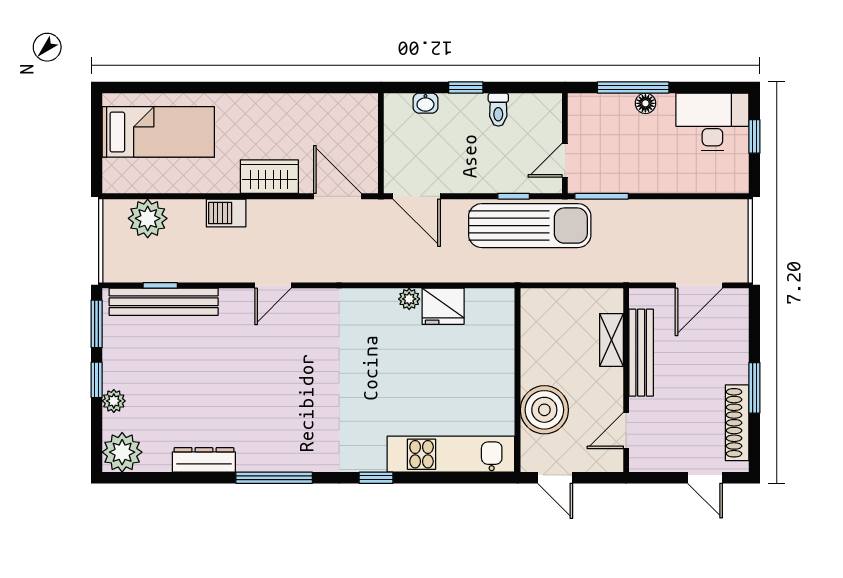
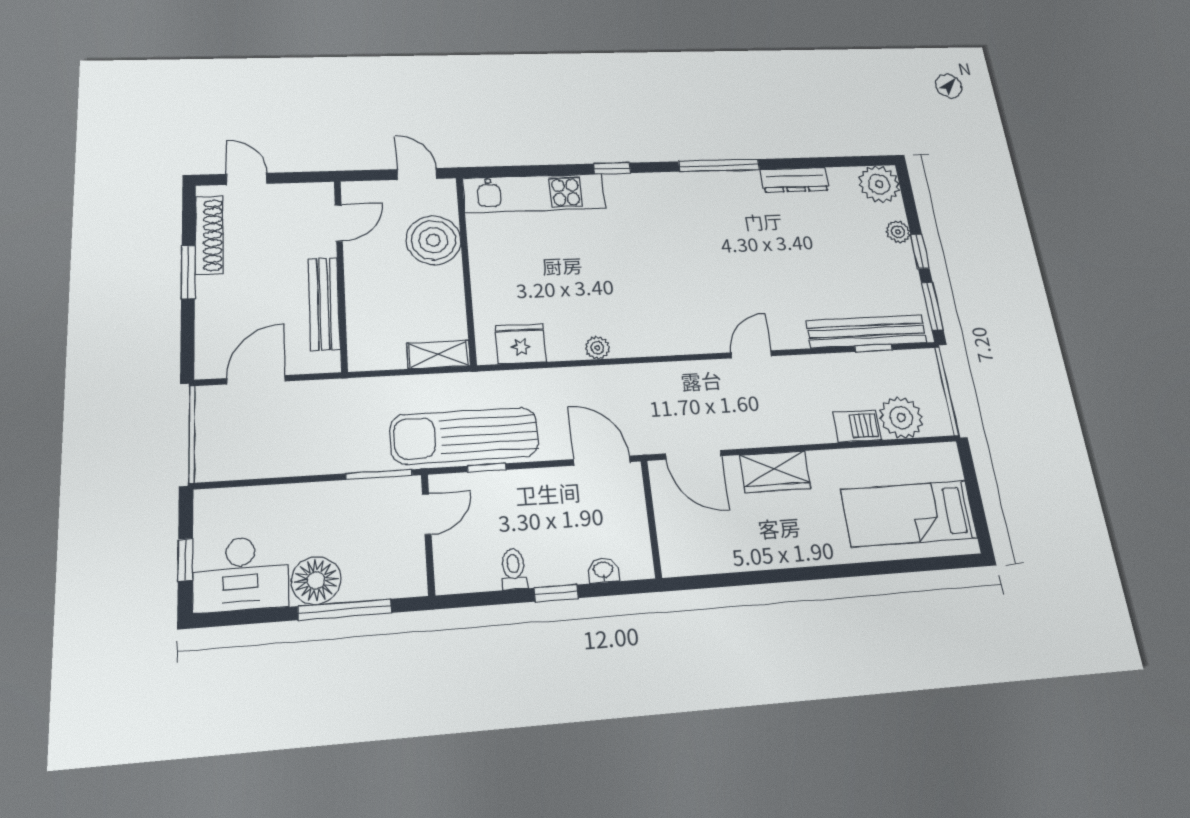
floor lamp: (645, 103) -> (316, 580), width x1.89, depth x1.89
barbecue: (226, 213) -> (857, 426), moved
fridge: (443, 306) -> (521, 344), moved
shelving: (611, 340) -> (439, 354), moved, turned 90

